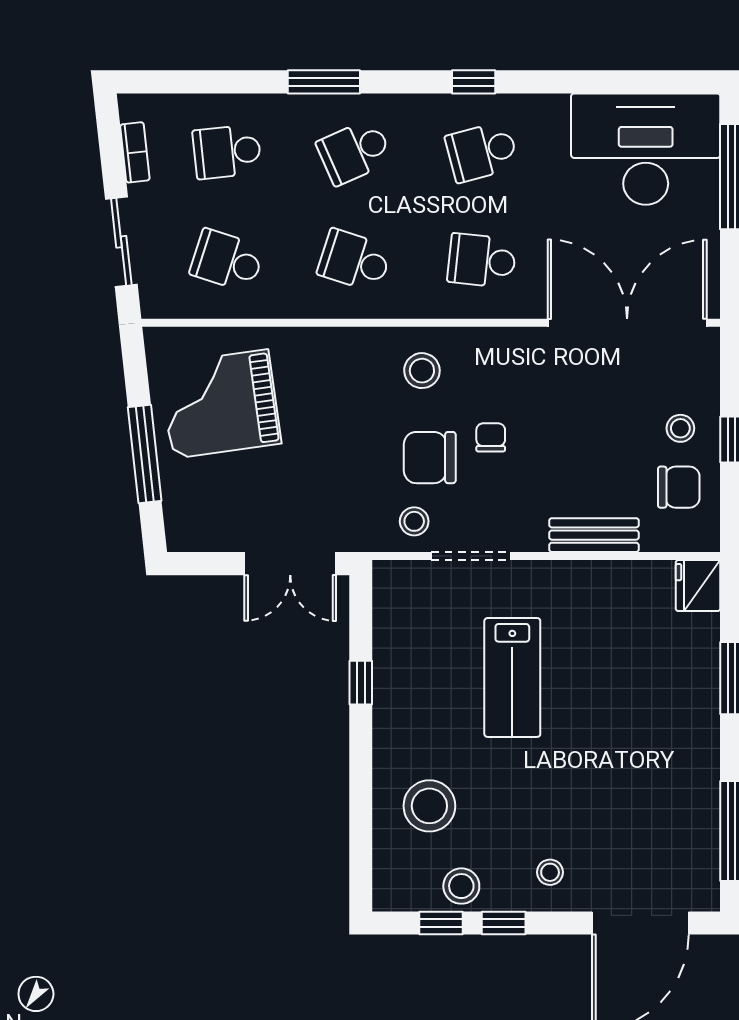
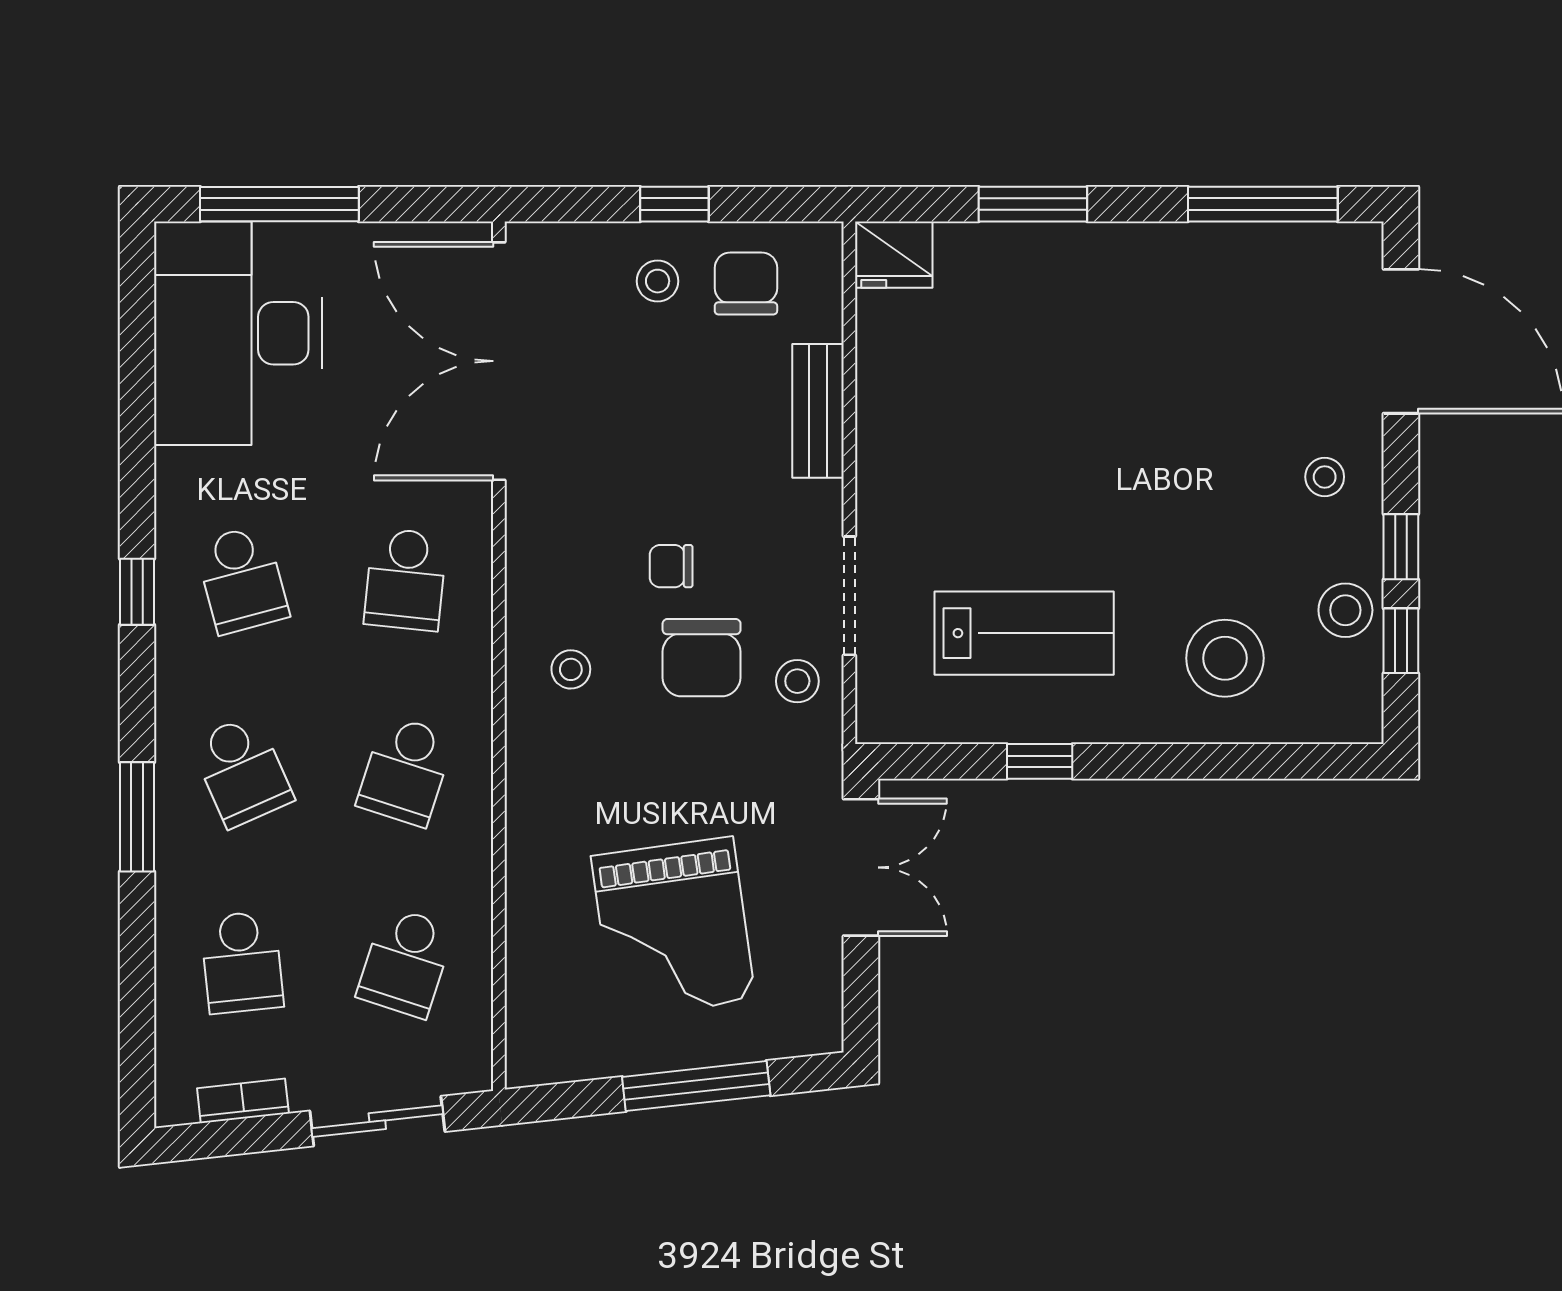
stool: (422, 371) -> (571, 669), width x0.73, depth x0.73
grand piano: (220, 404) -> (673, 928), moved
lab bench: (512, 677) -> (1024, 633), moved

